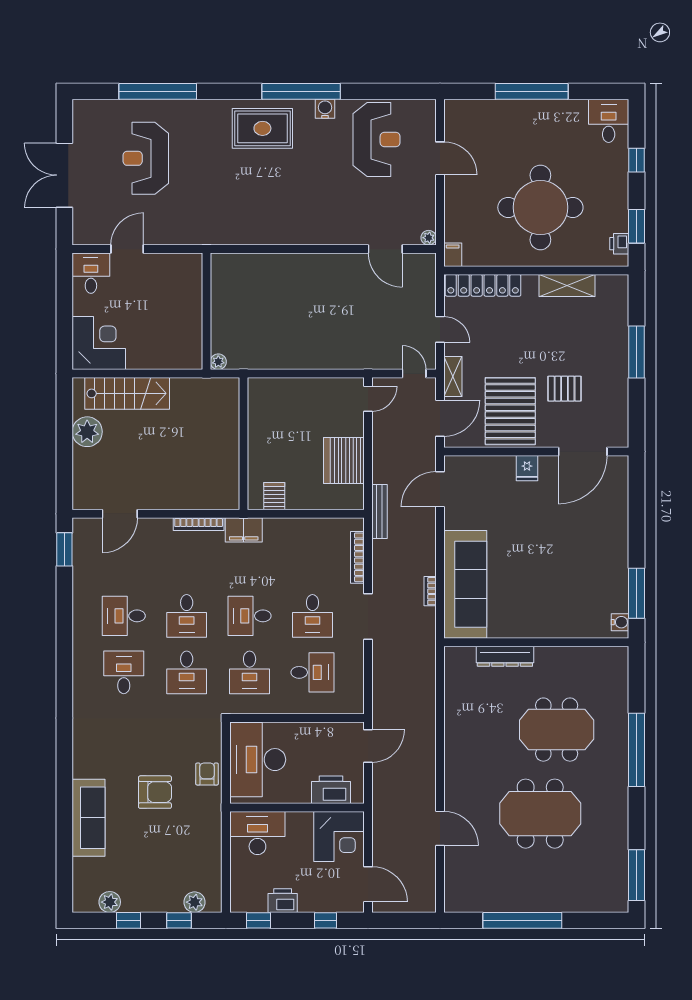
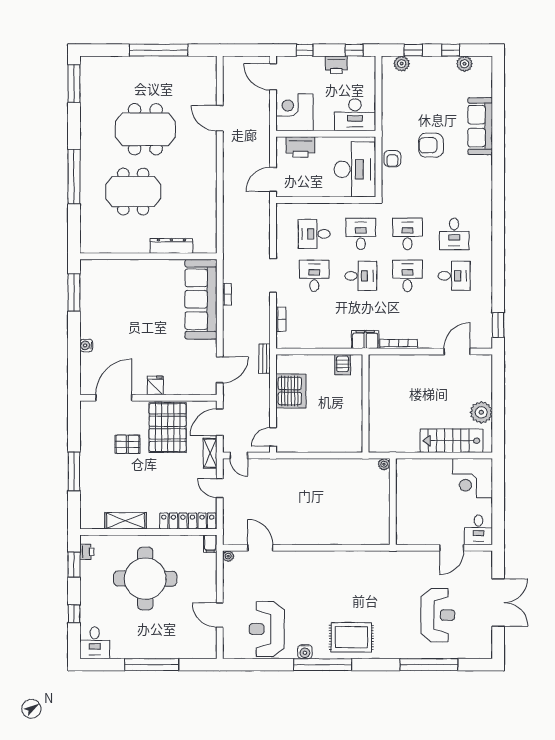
bench: (379, 511) -> (265, 359), width x0.73
bookcase: (357, 557) -> (281, 319), width x0.64
water cooler: (620, 622) -> (86, 345), moved

